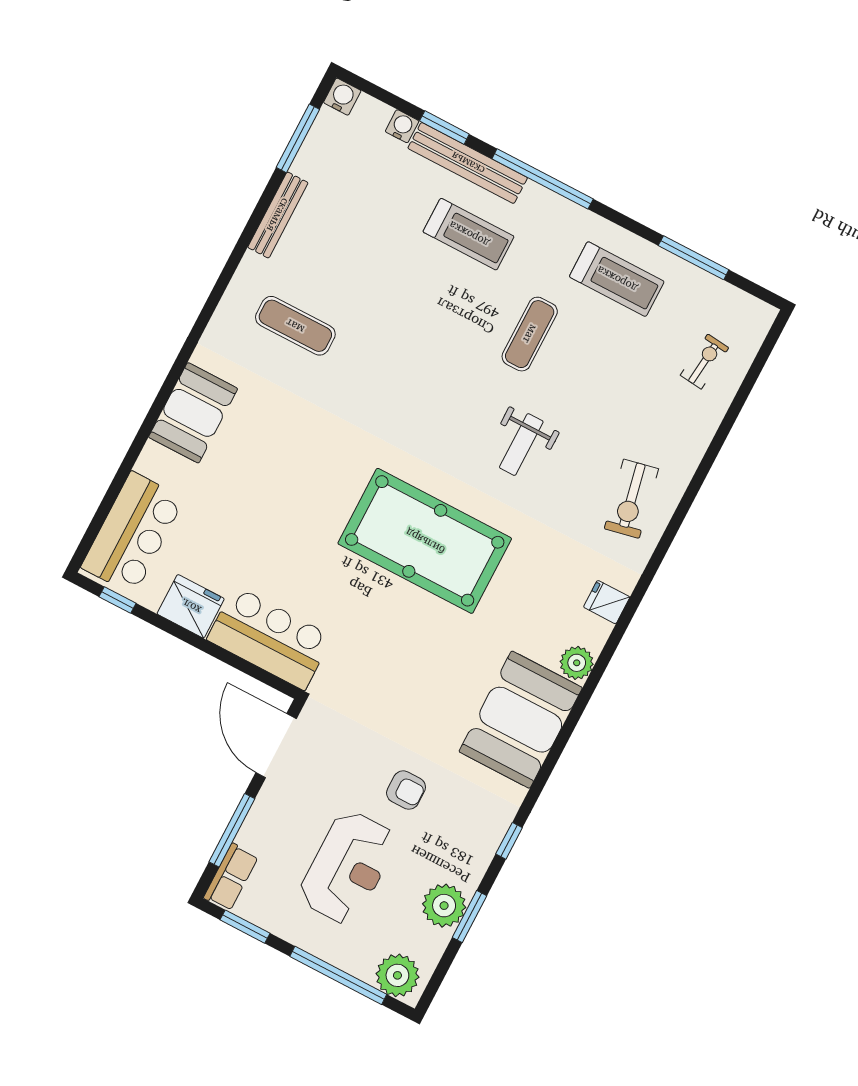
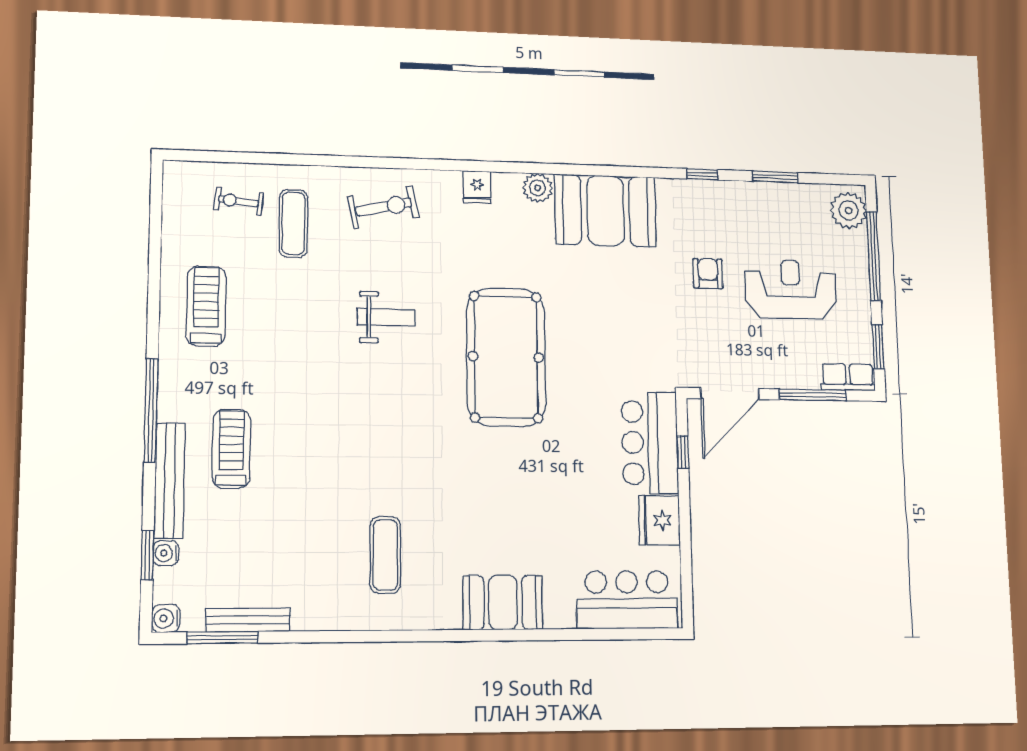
window: (444, 127) -> (147, 555), moved
bench: (278, 215) -> (248, 620), moved
window: (694, 258) -> (155, 251), removed
exercise mat: (530, 334) -> (293, 223), moved, turned 90
window: (117, 600) -> (683, 452), moved
plant: (444, 906) -> (778, 201), removed

